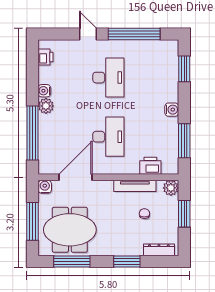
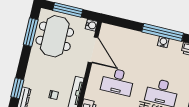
plant: (46, 106) -> (152, 40), removed
window: (32, 133) -> (163, 32), moved
window: (127, 262) -> (17, 88), moved

